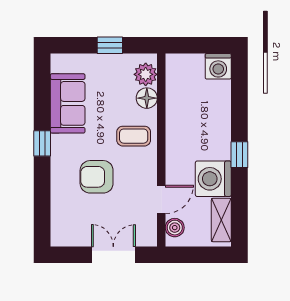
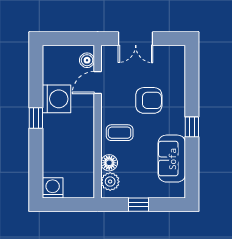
shelving: (221, 220) -> (50, 66), removed

